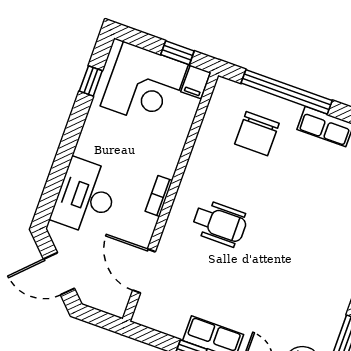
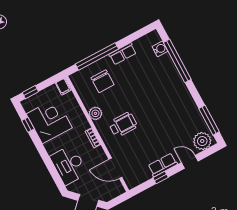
window: (177, 53) -> (30, 92), moved
corner desk: (144, 85) -> (49, 121), moved, turned -90
plant: (199, 167) -> (95, 113), added

